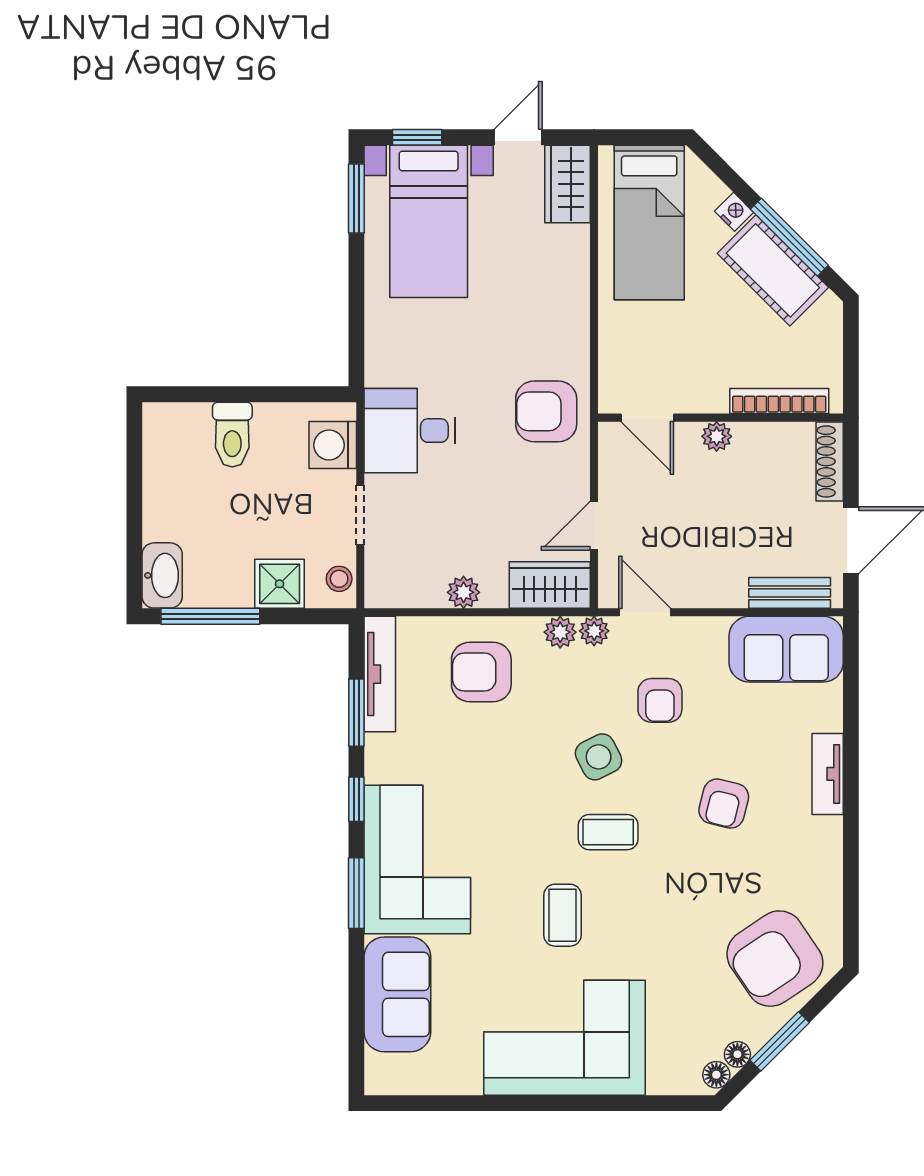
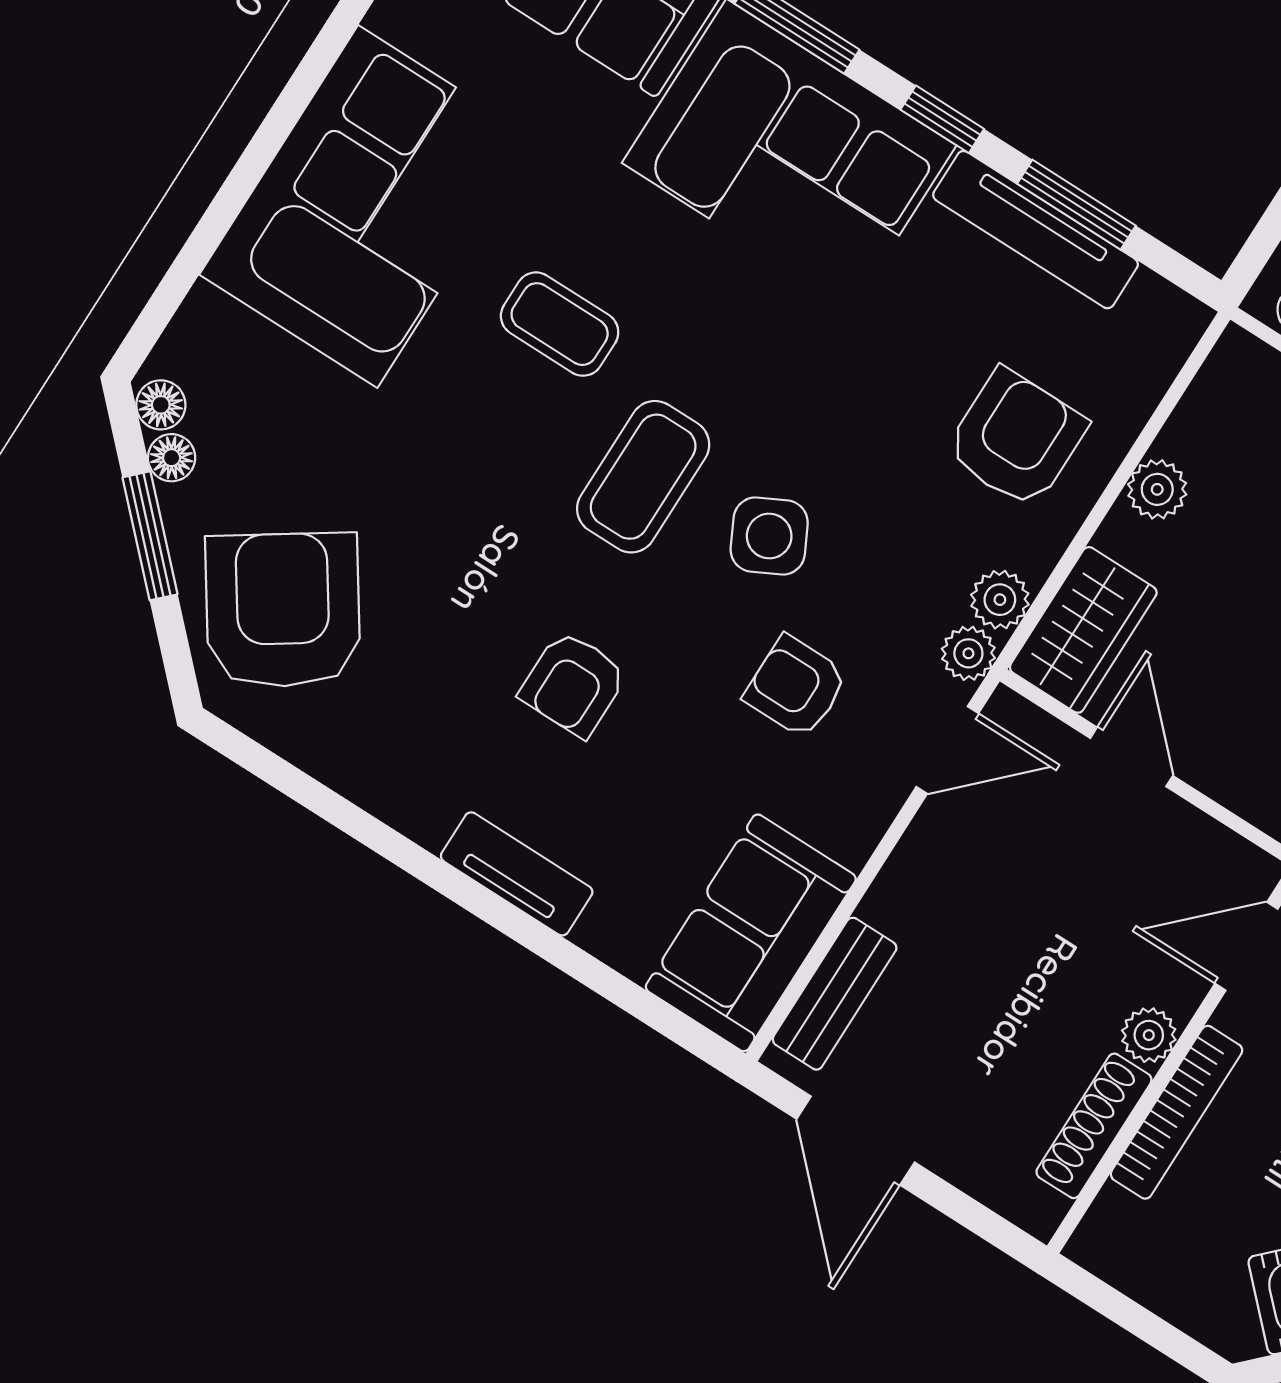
bookcase: (779, 401) -> (1177, 1112), moved
shoe rack: (830, 461) -> (1094, 1126), moved, turned -90
tv unit: (380, 674) -> (1036, 230), moved
armchair: (724, 804) -> (573, 684), turned -104
coffee table: (608, 832) -> (643, 477), width x1.36, depth x1.30

